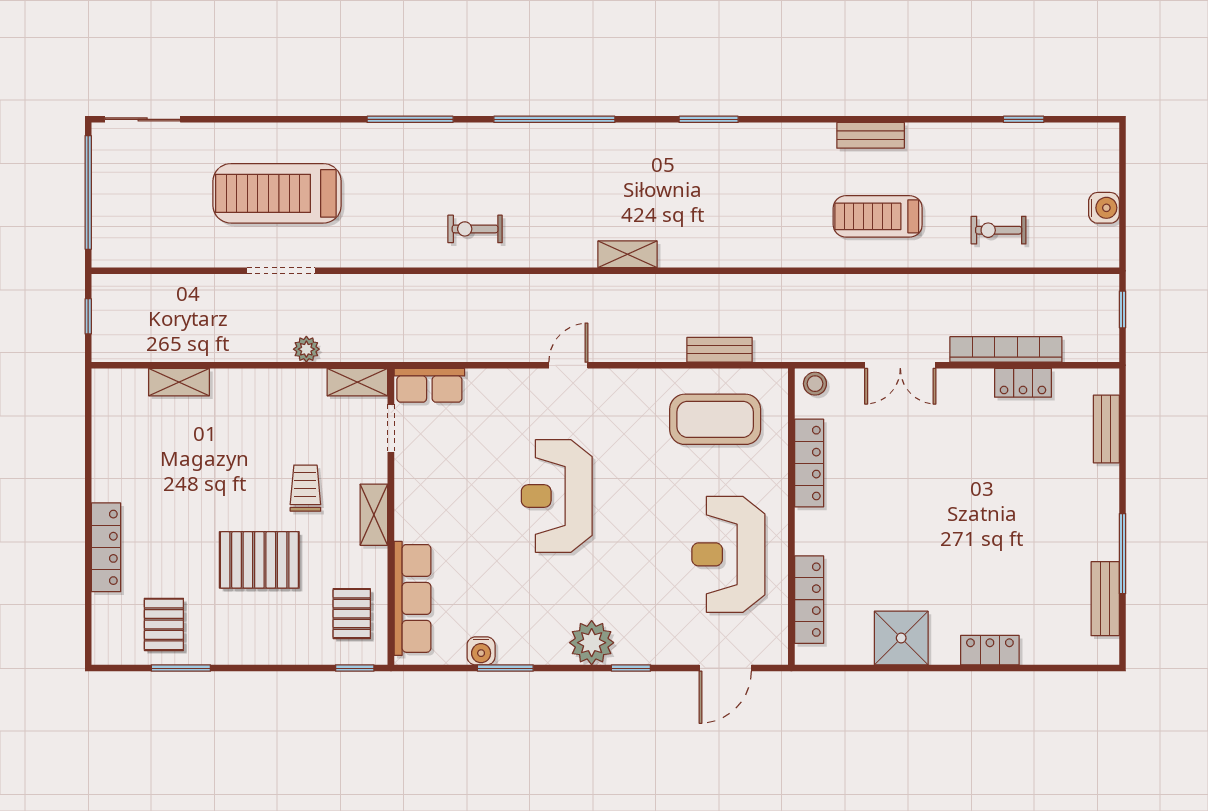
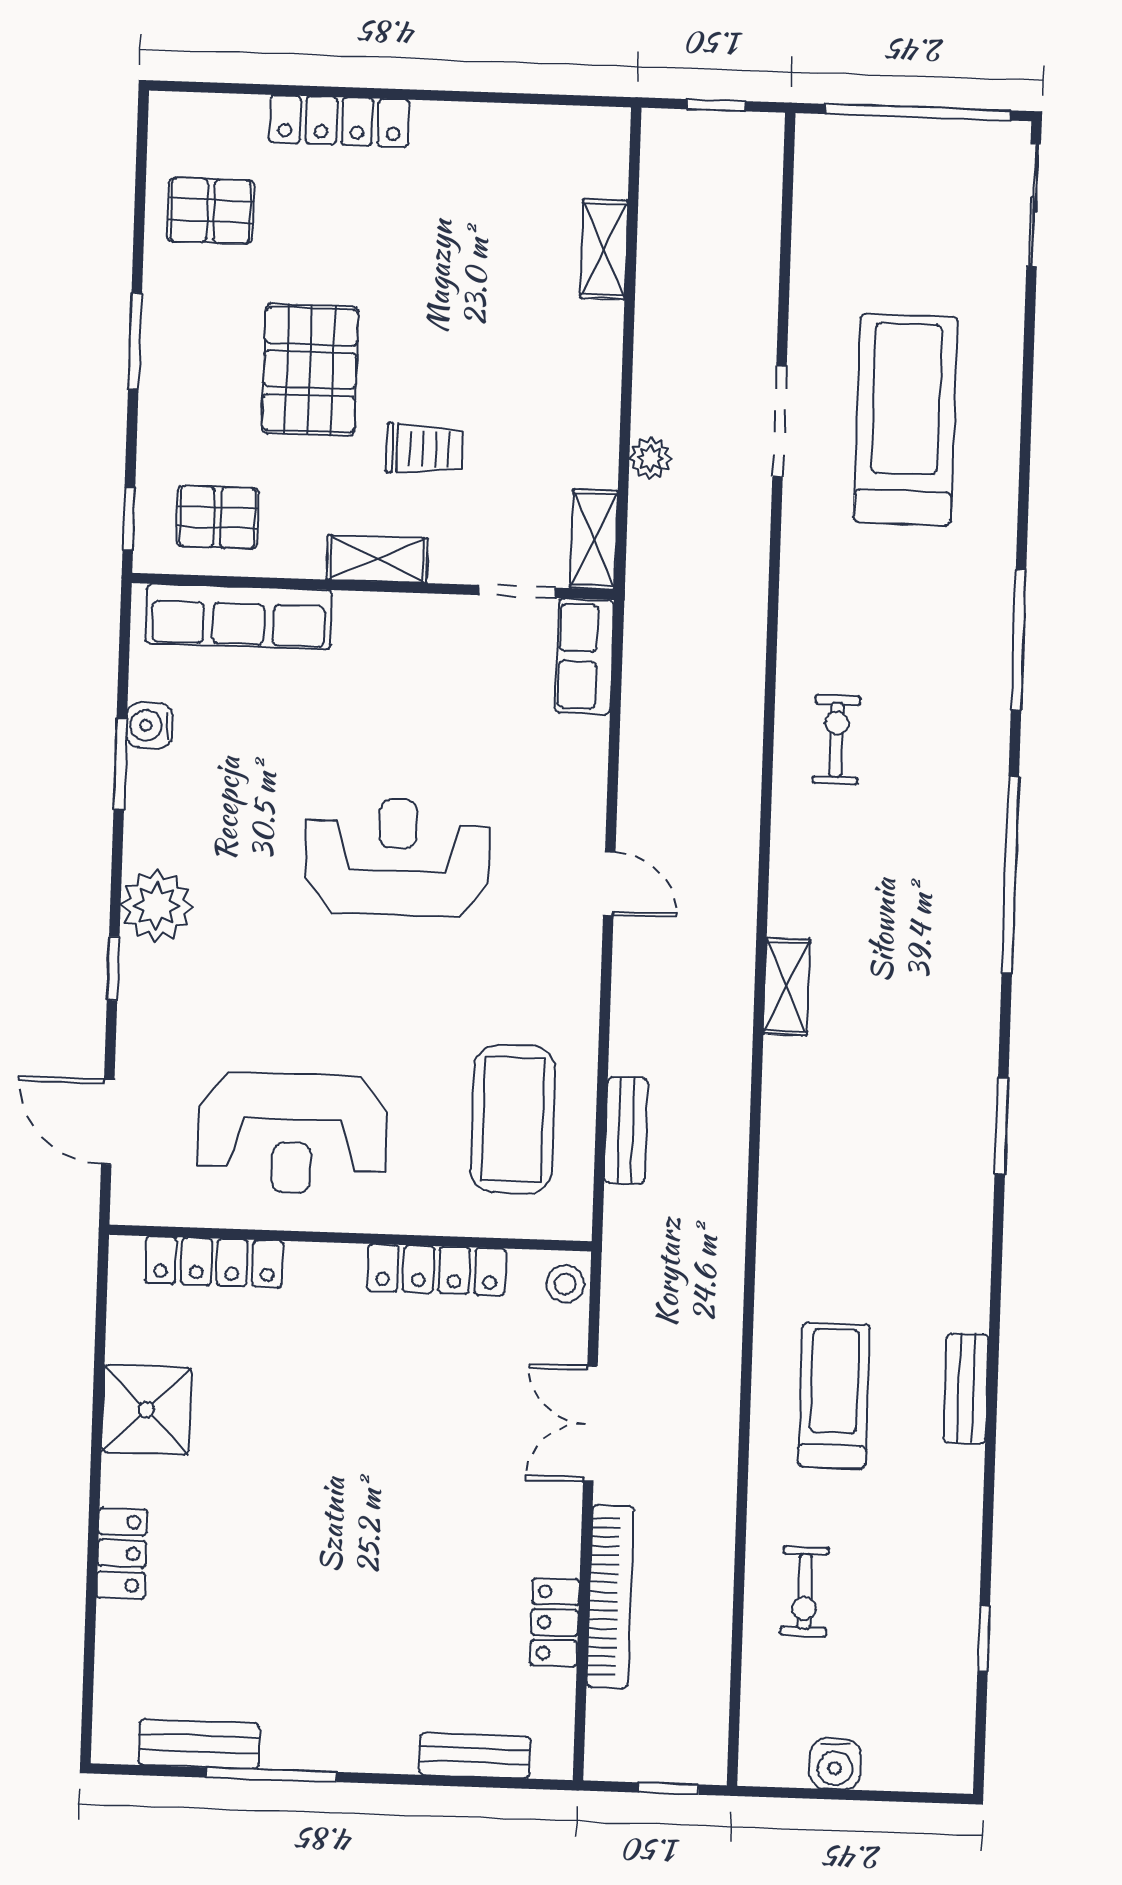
exercise bike: (999, 230) -> (805, 1591), turned 180
reception desk: (728, 554) -> (292, 1133), turned 180
window: (181, 668) -> (135, 341), moved

